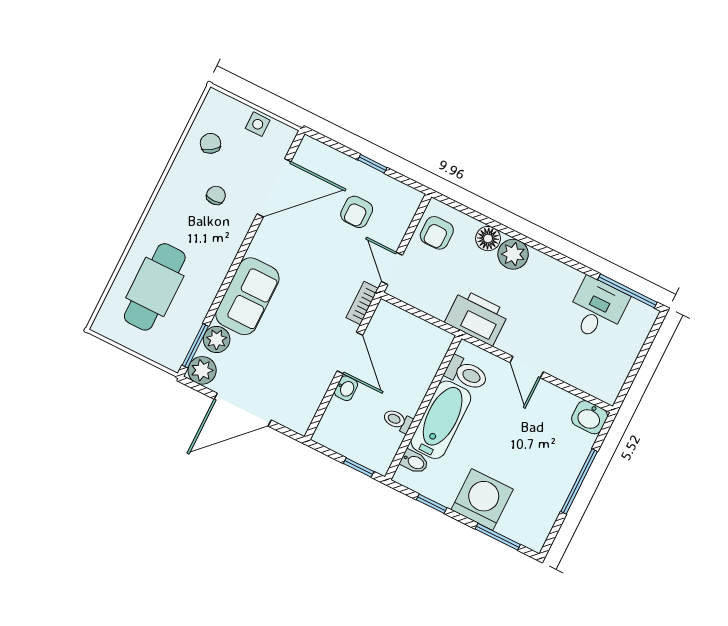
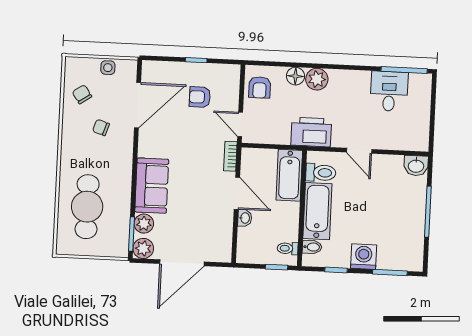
chair: (216, 195) -> (101, 127), turned -72
armchair: (357, 212) -> (200, 97), turned 90
bathtub: (425, 359) -> (289, 175), added
toilet: (398, 421) -> (288, 248), moved
washing machine: (482, 500) -> (364, 257), width x0.73, depth x0.73

